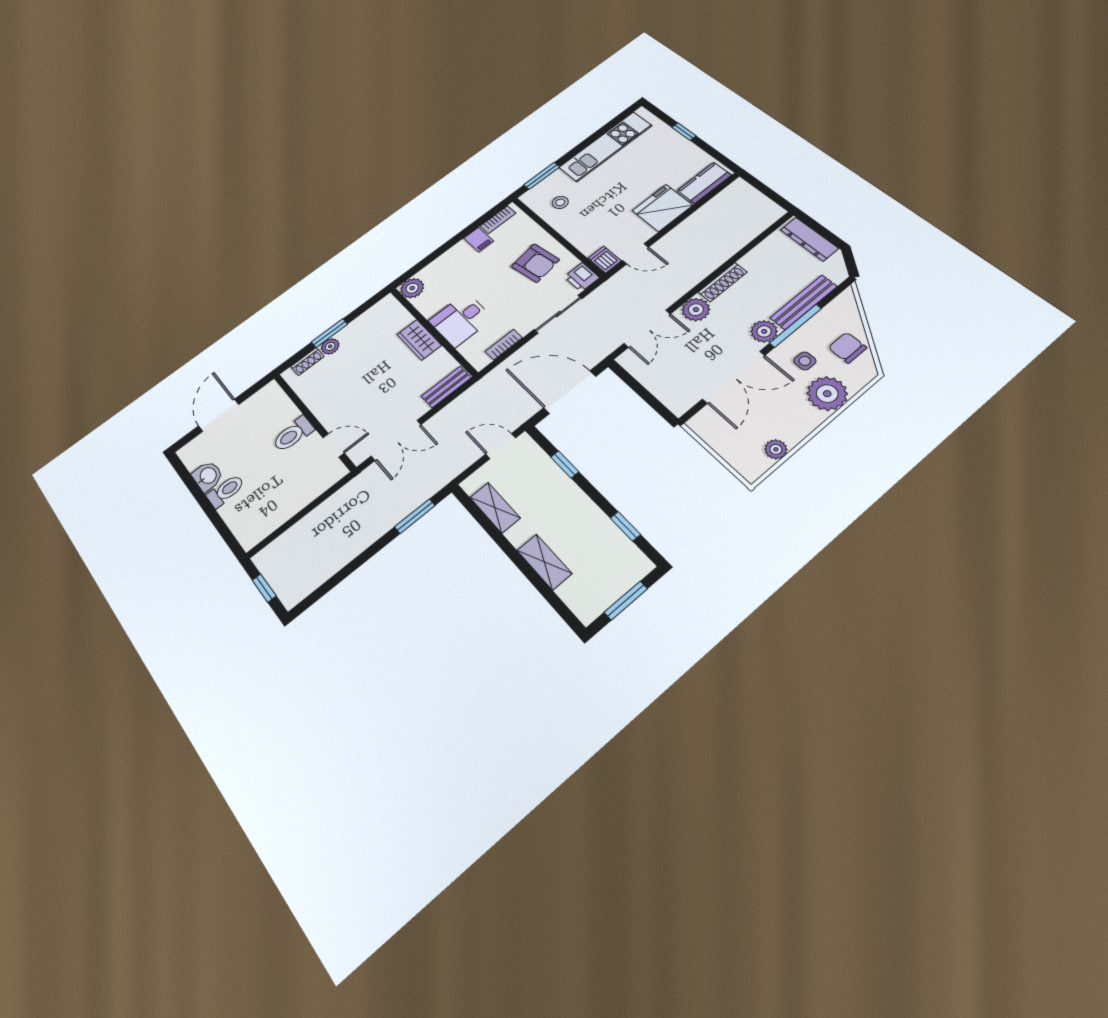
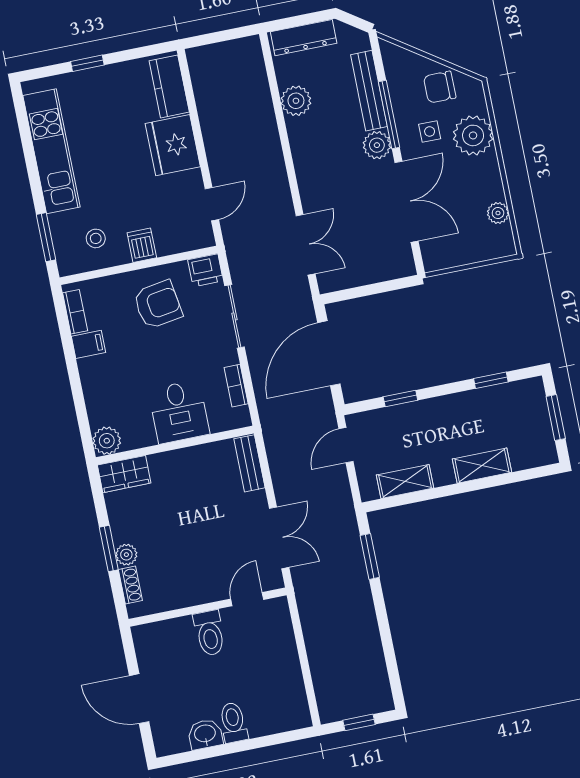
dishwasher: (605, 259) -> (142, 245), moved, turned 90
shoe rack: (723, 282) -> (299, 146), removed
plant: (696, 310) -> (296, 101), moved
wardrobe: (419, 340) -> (124, 474), moved

